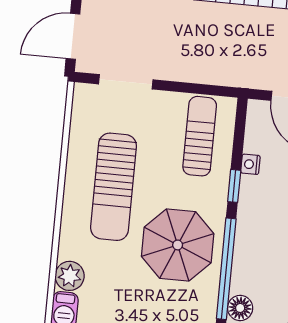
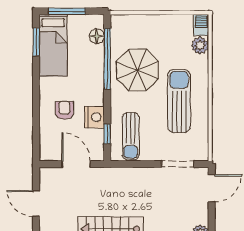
nightstand: (250, 164) -> (95, 117), width x1.89, depth x1.79
window: (234, 186) -> (107, 134), moved

